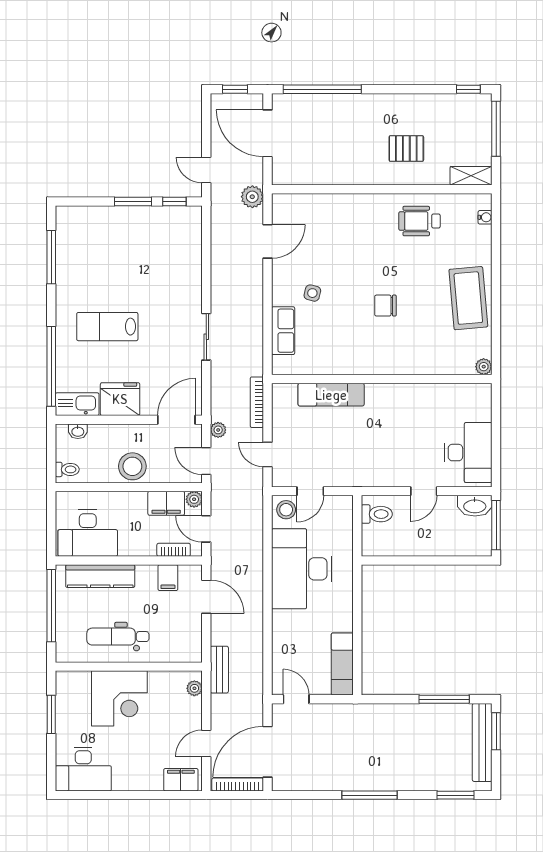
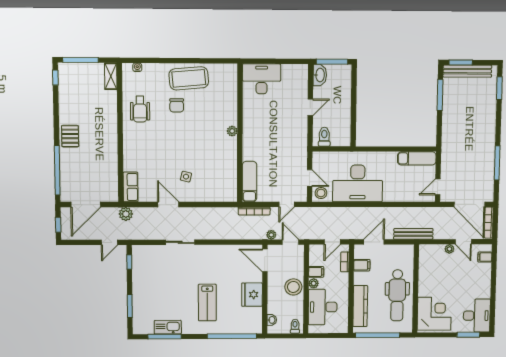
pallet: (406, 149) -> (70, 136), moved
window: (133, 201) -> (130, 306), moved
door: (267, 241) -> (168, 205), moved
chair: (385, 306) -> (177, 105), moved
row of seats: (283, 331) -> (131, 187), moved, turned 90
sliding door: (206, 337) -> (180, 242), moved
plant: (484, 367) -> (232, 131), moved
exam couch: (331, 395) -> (250, 182), moved
kitchen sink: (77, 404) -> (168, 327), moved, turned 90
desk: (468, 453) -> (262, 79), moved
door: (206, 461) -> (290, 242), swing flipped
door: (424, 491) -> (310, 107), hinge flipped
plant: (194, 499) -> (314, 283), moved
filing cabinet: (166, 503) -> (316, 272), width x0.50
desk: (88, 533) -> (323, 307), moved, turned 180
dental chair: (118, 637) -> (397, 295), width x1.36, depth x1.38
bench: (219, 670) -> (413, 234), width x1.36
plant: (194, 688) -> (449, 249), moved
corner desk: (119, 698) -> (434, 314), moved
window: (51, 714) -> (468, 335), moved
filing cabinet: (181, 780) -> (485, 257), width x0.50
window: (369, 795) -> (497, 163), moved

